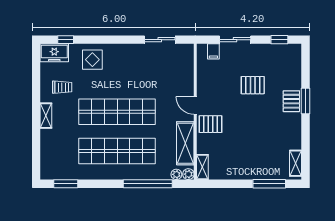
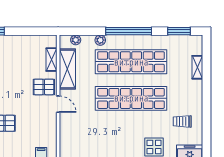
shelving: (46, 116) -> (197, 67), moved
shelving: (202, 167) -> (51, 60), moved
plant: (188, 174) -> (100, 40), moved
window: (148, 184) -> (129, 31), moved

